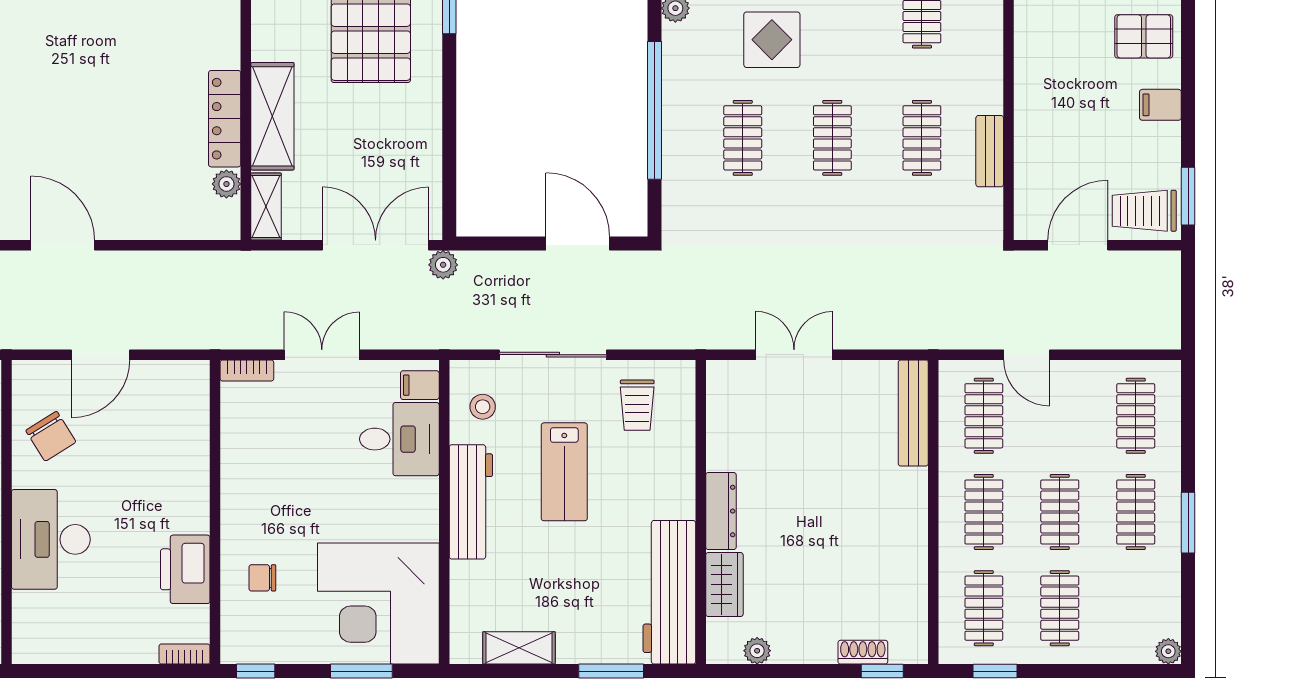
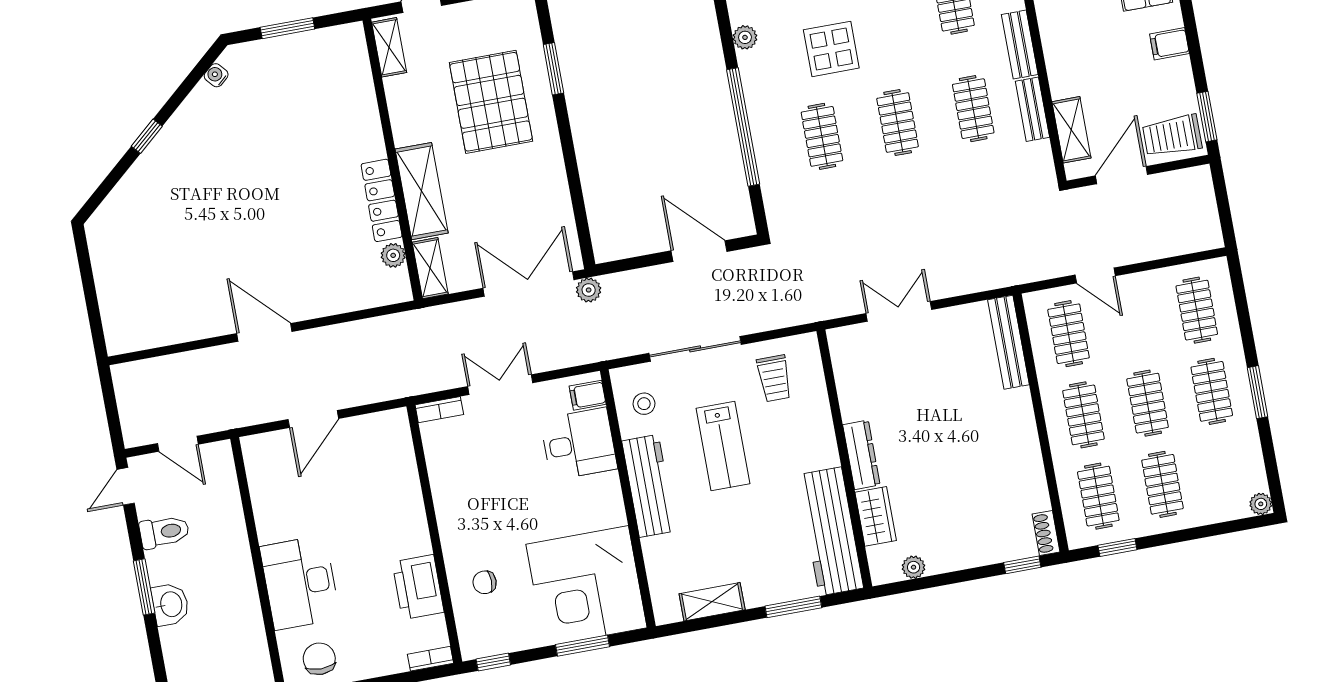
bench: (989, 74) -> (1020, 45), added
shelving: (1030, 183) -> (1071, 130), added
chair: (51, 436) -> (319, 659), moved, turned -148
shoe rack: (863, 652) -> (1046, 533), moved, turned -90

